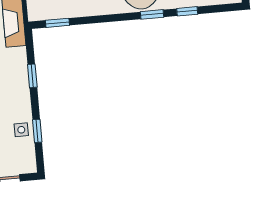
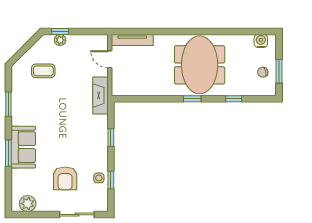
window: (152, 14) -> (192, 99), moved
window: (57, 23) -> (134, 99), removed

